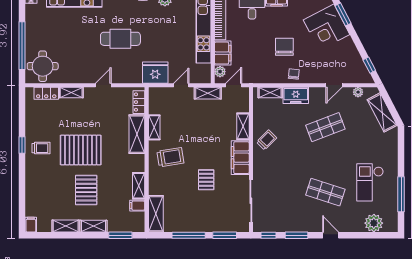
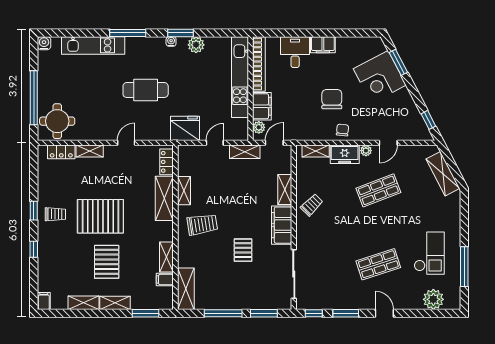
plant: (358, 92) -> (366, 151), moved
window: (22, 179) -> (34, 249), added
checkout: (370, 182) -> (429, 253), turned 180
shop shelf: (325, 192) -> (378, 264), turned -36

